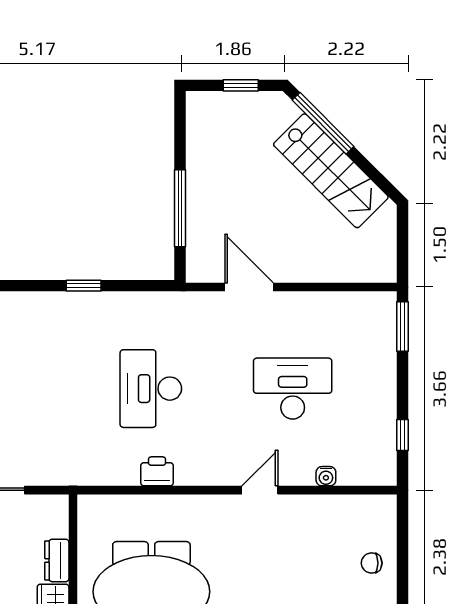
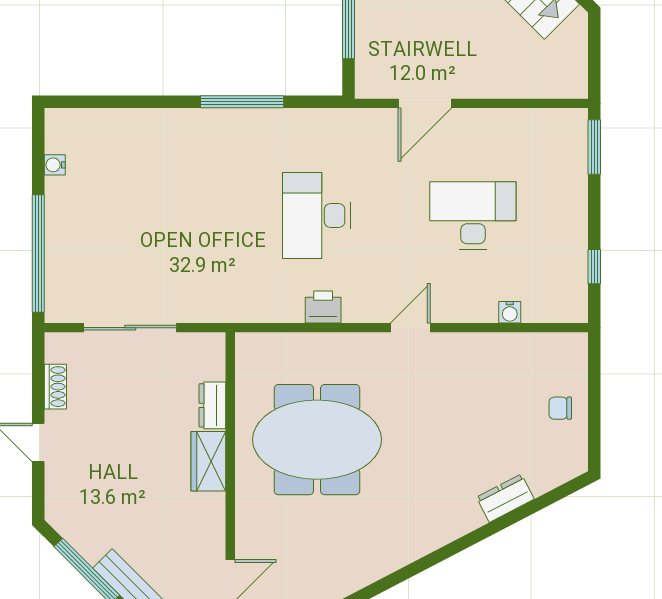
window: (84, 286) -> (242, 102), width x2.17
door: (249, 287) -> (425, 103), swing flipped
door: (260, 490) -> (410, 328), moved

